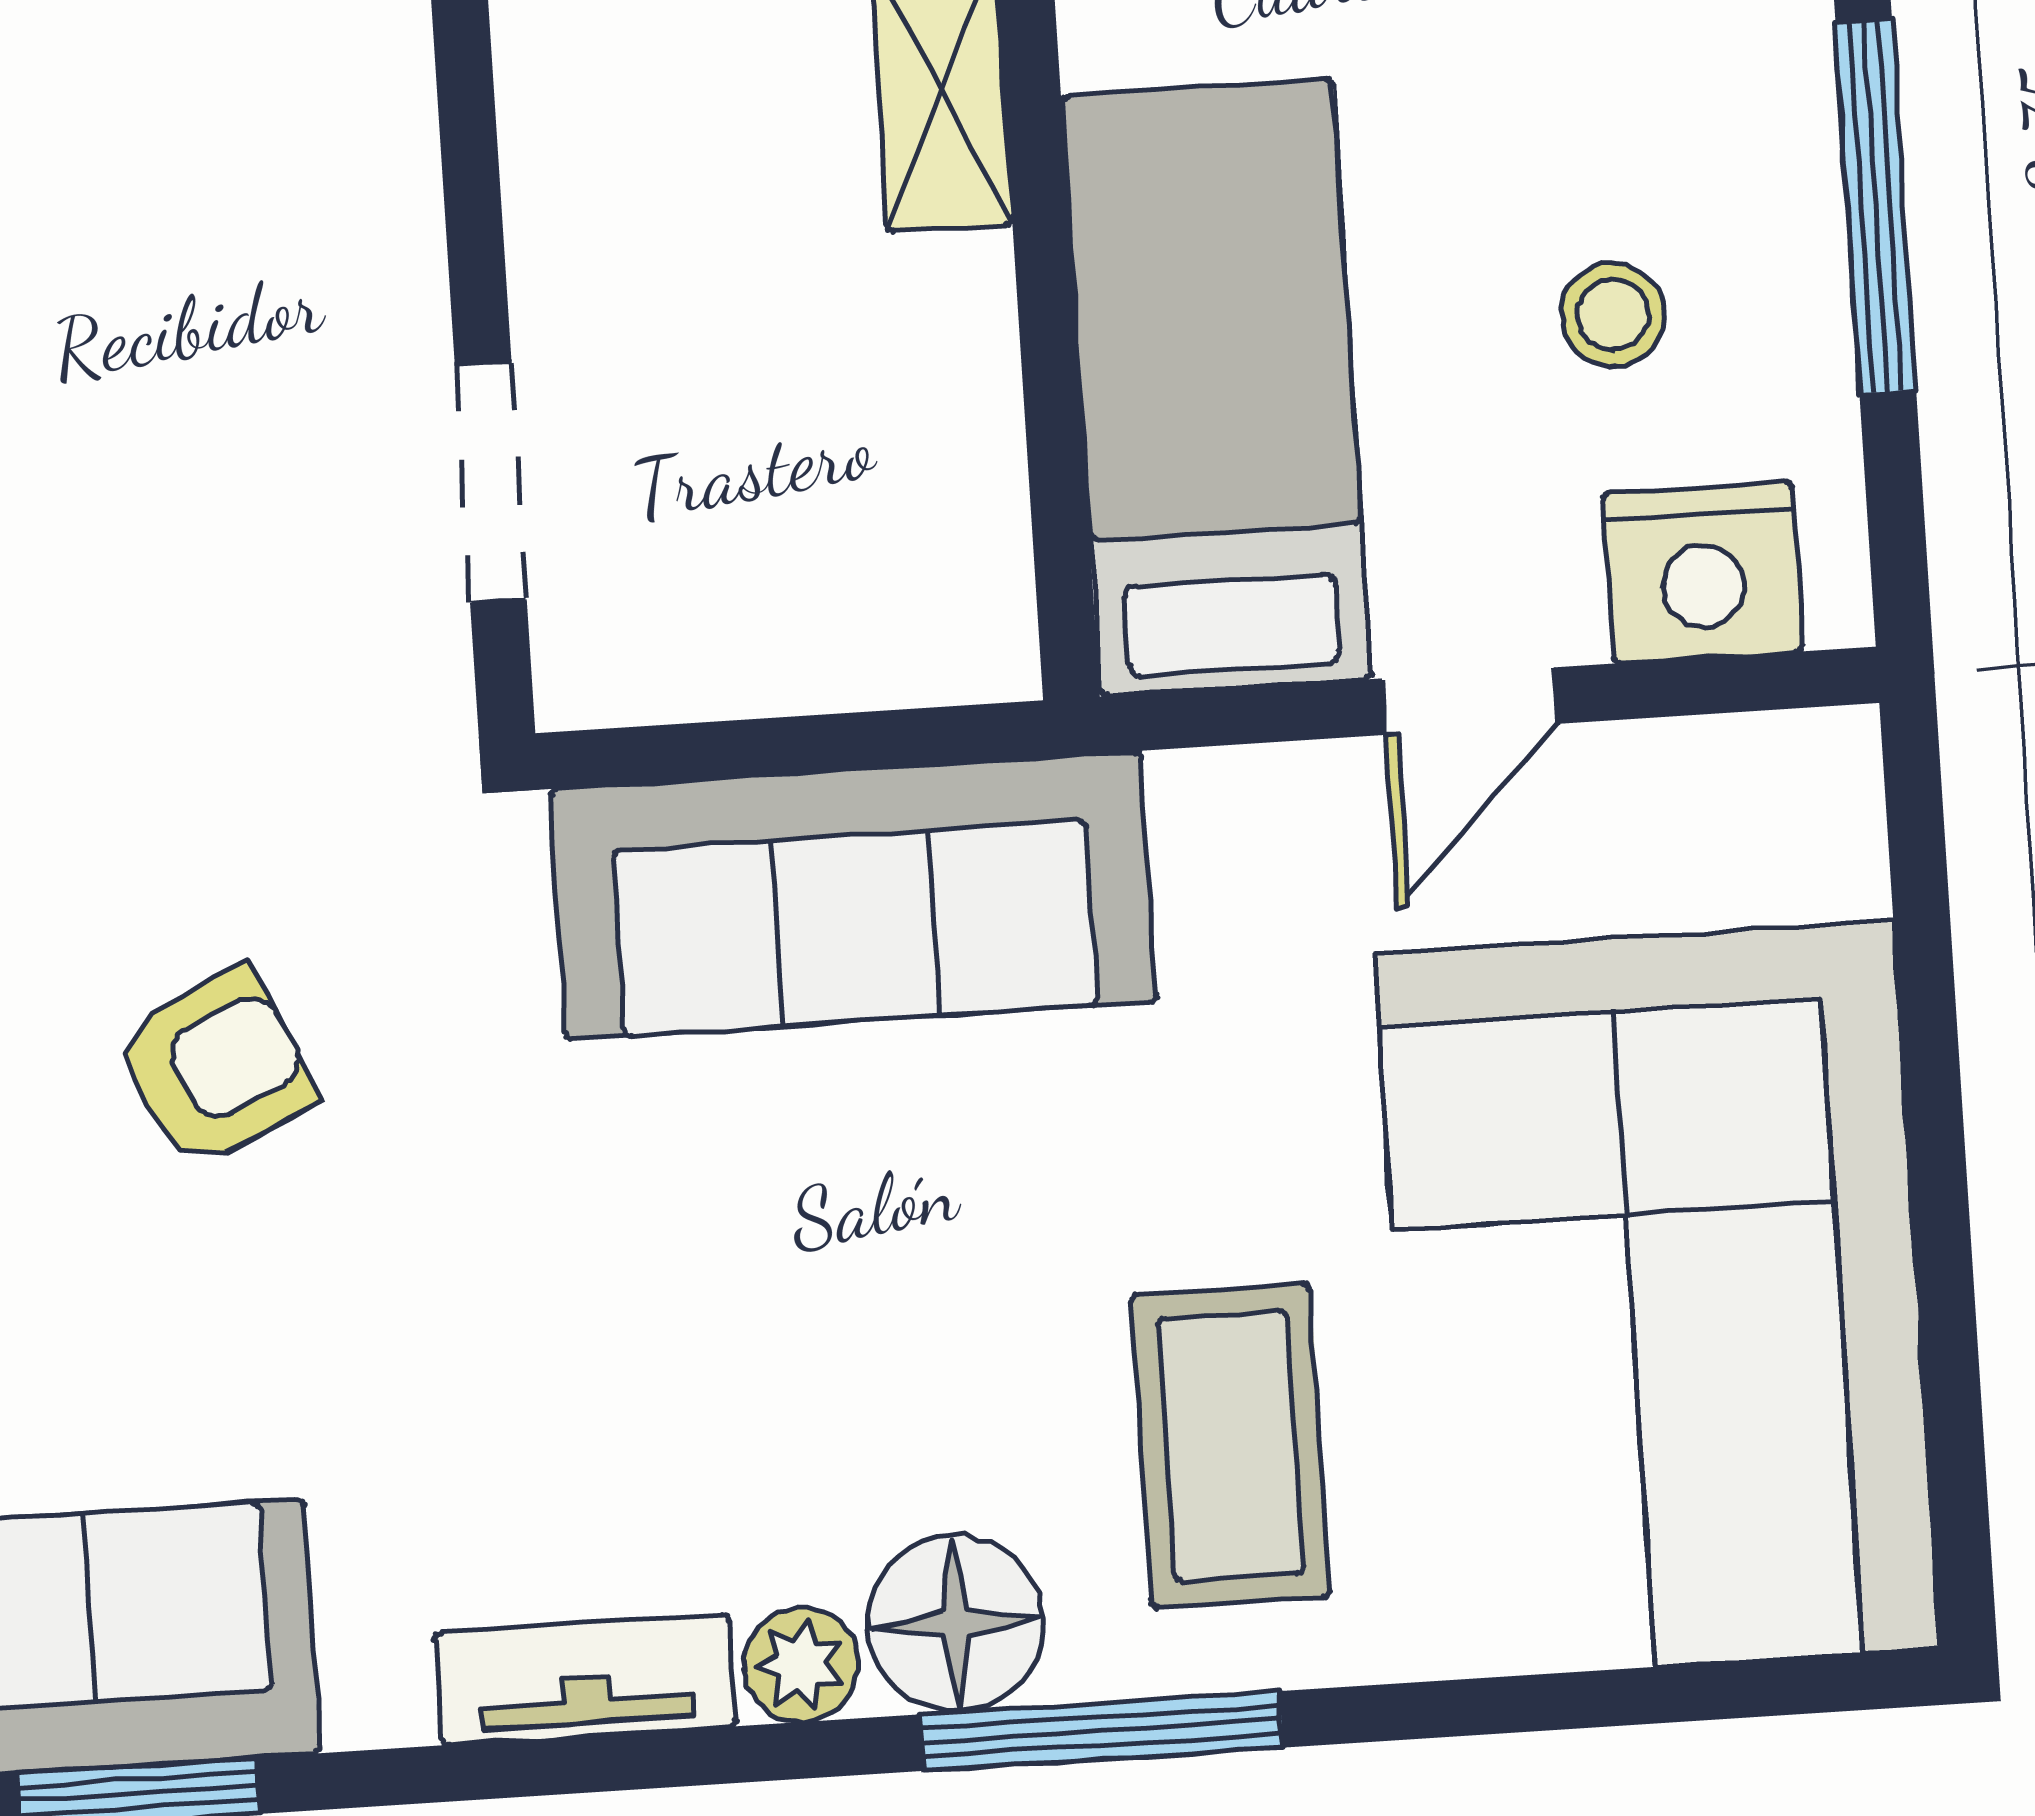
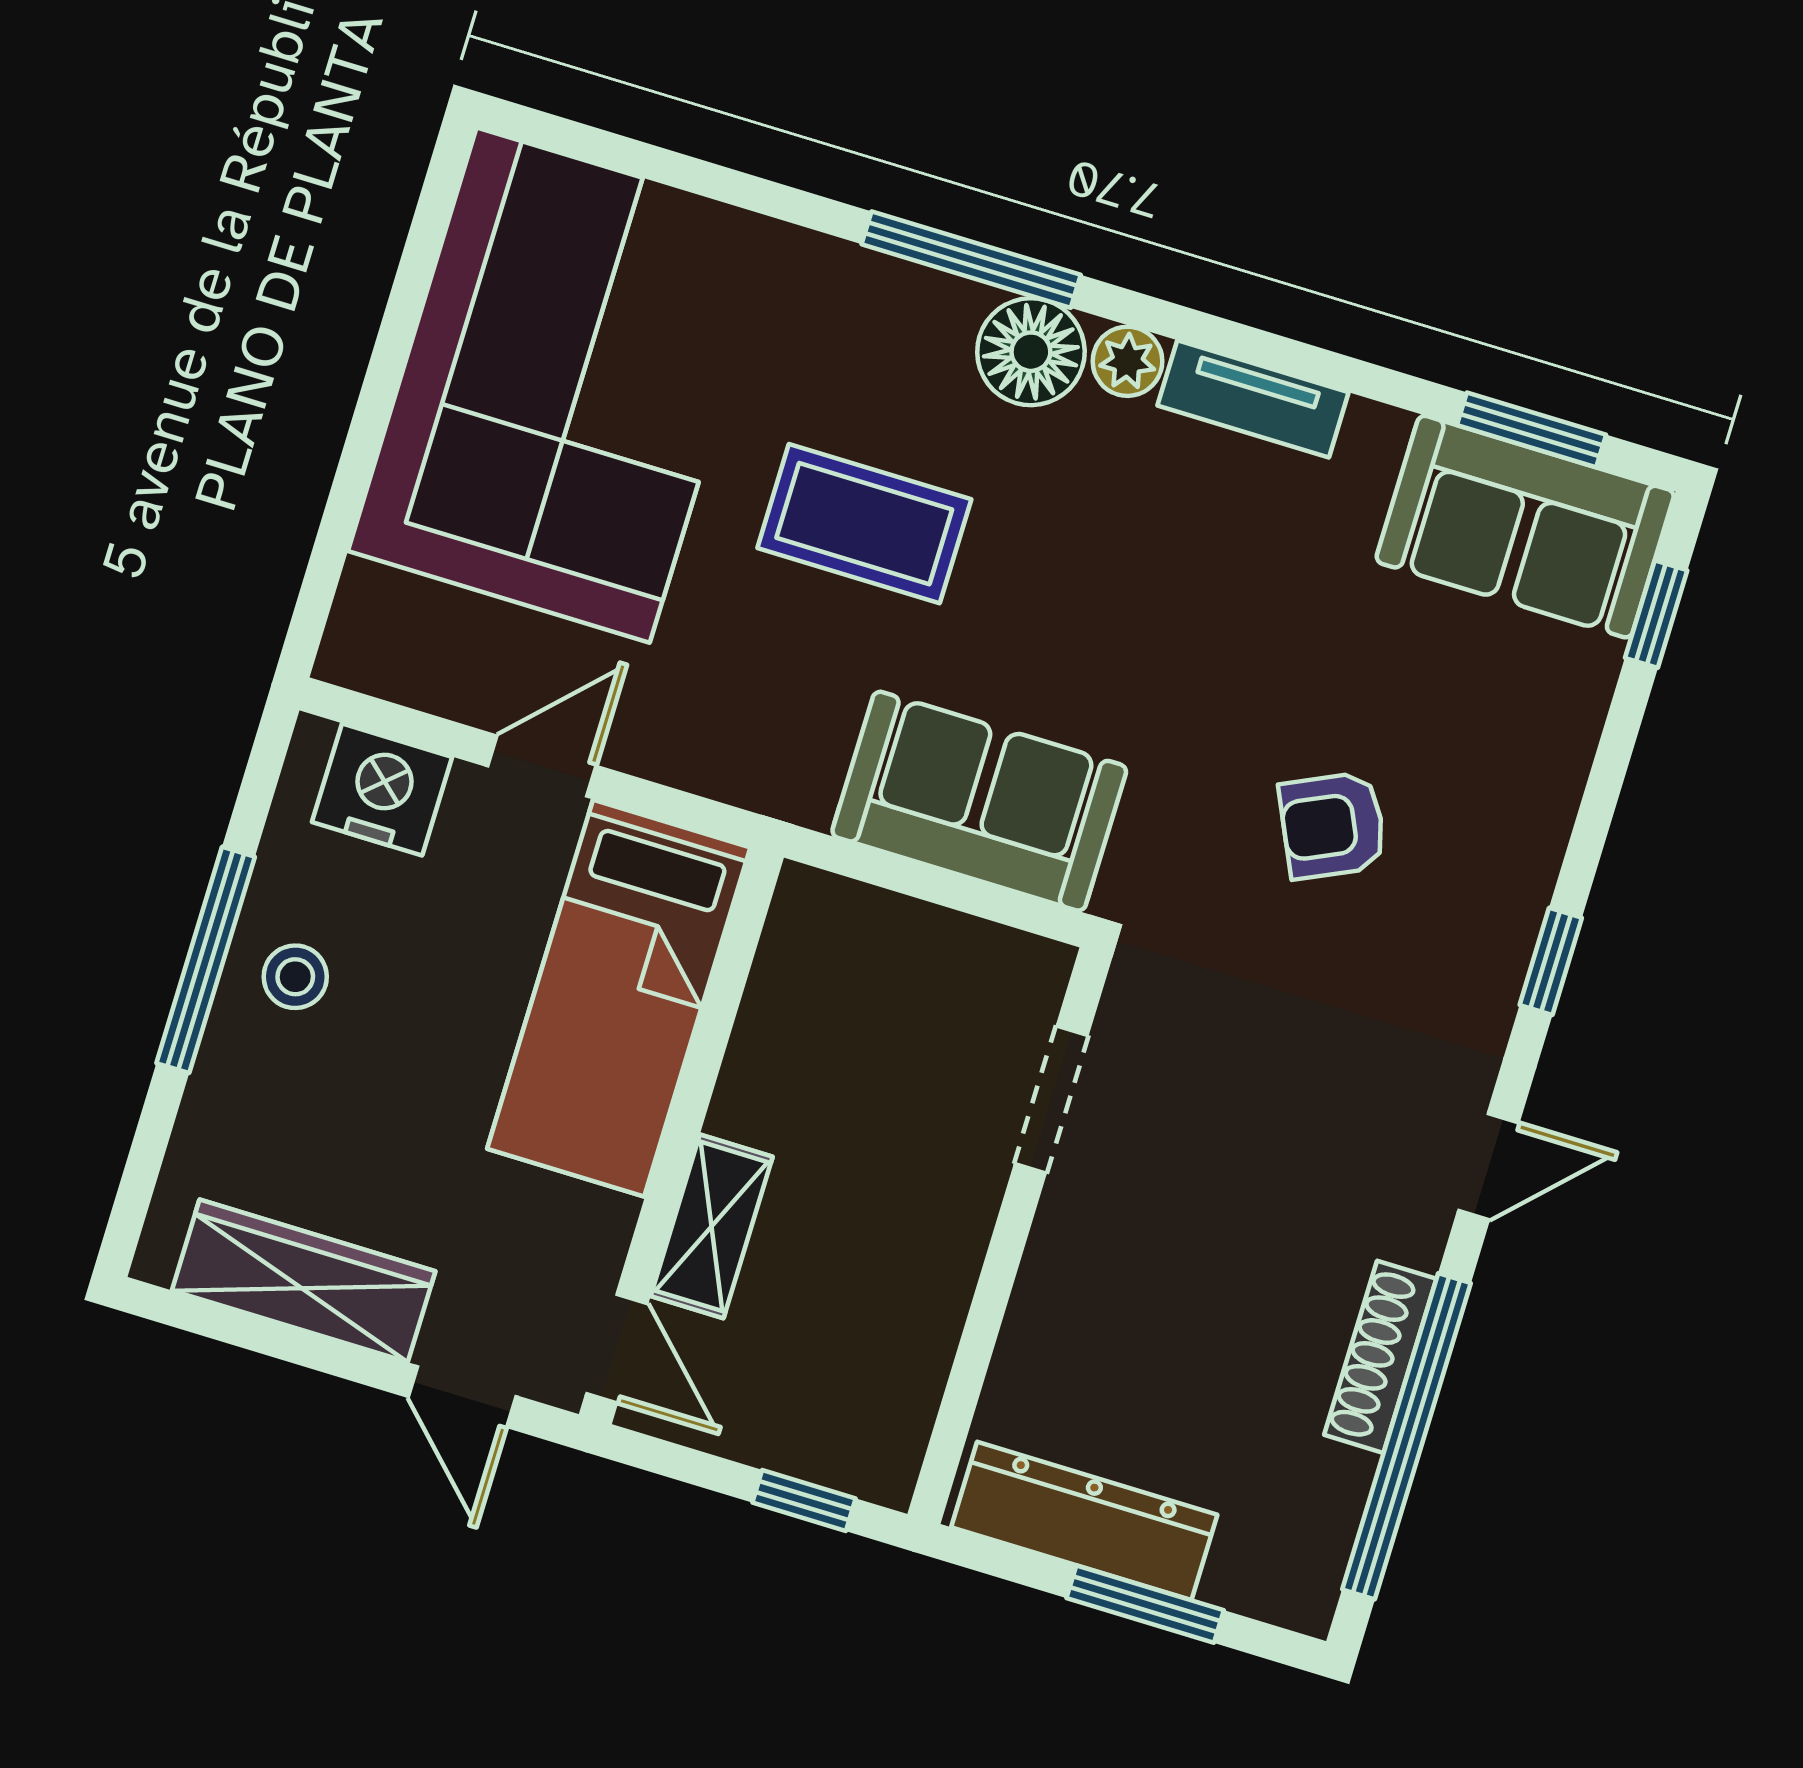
stool: (1613, 315) -> (295, 977), moved
sofa: (853, 895) -> (979, 801), width x0.73
coffee table: (1231, 1446) -> (864, 524), moved, turned 90

